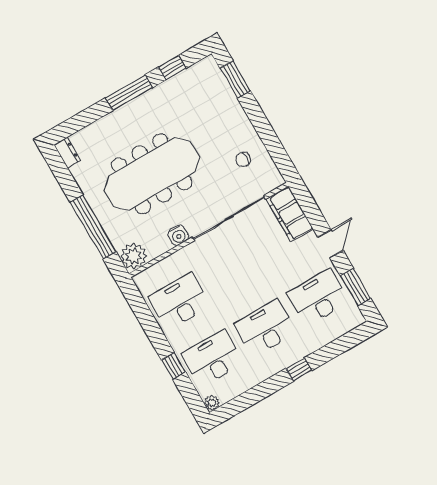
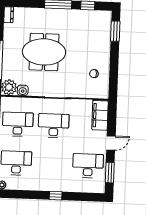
meeting table: (152, 174) -> (44, 52), width x0.73
water cooler: (178, 235) -> (23, 90), moved
desk: (265, 328) -> (54, 126), moved

